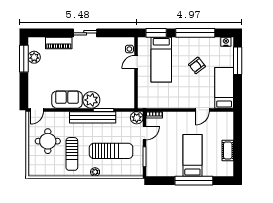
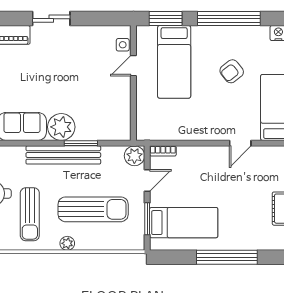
bed: (192, 155) -> (184, 223), moved, turned 90

